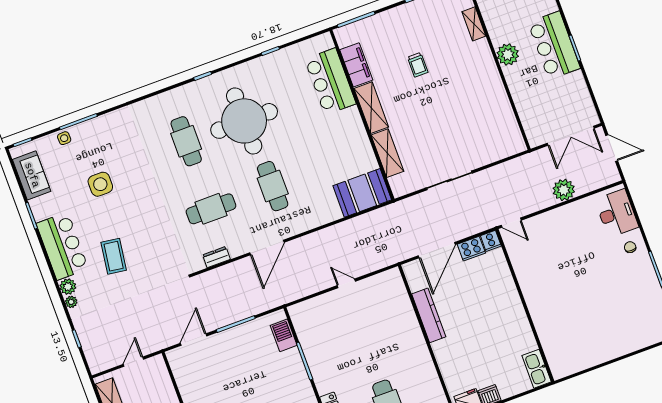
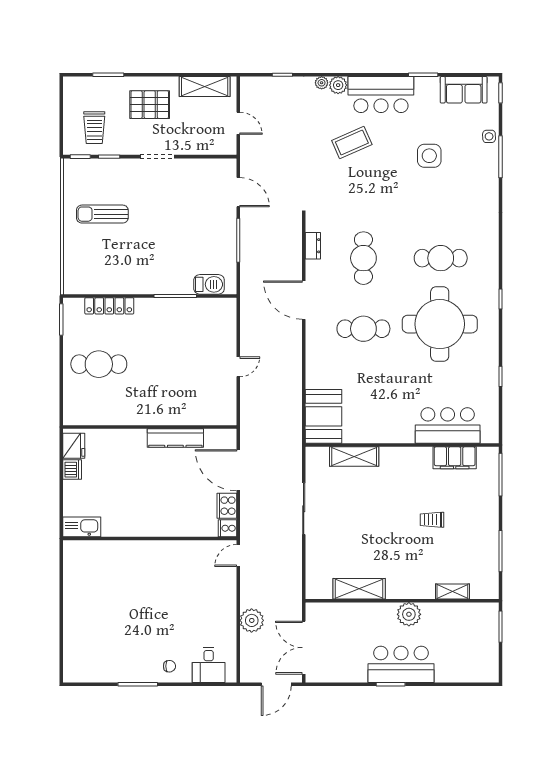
shelving: (371, 108) -> (359, 589), moved
desk: (617, 213) -> (209, 665), width x0.73
coffee table: (114, 256) -> (352, 143), turned -32

